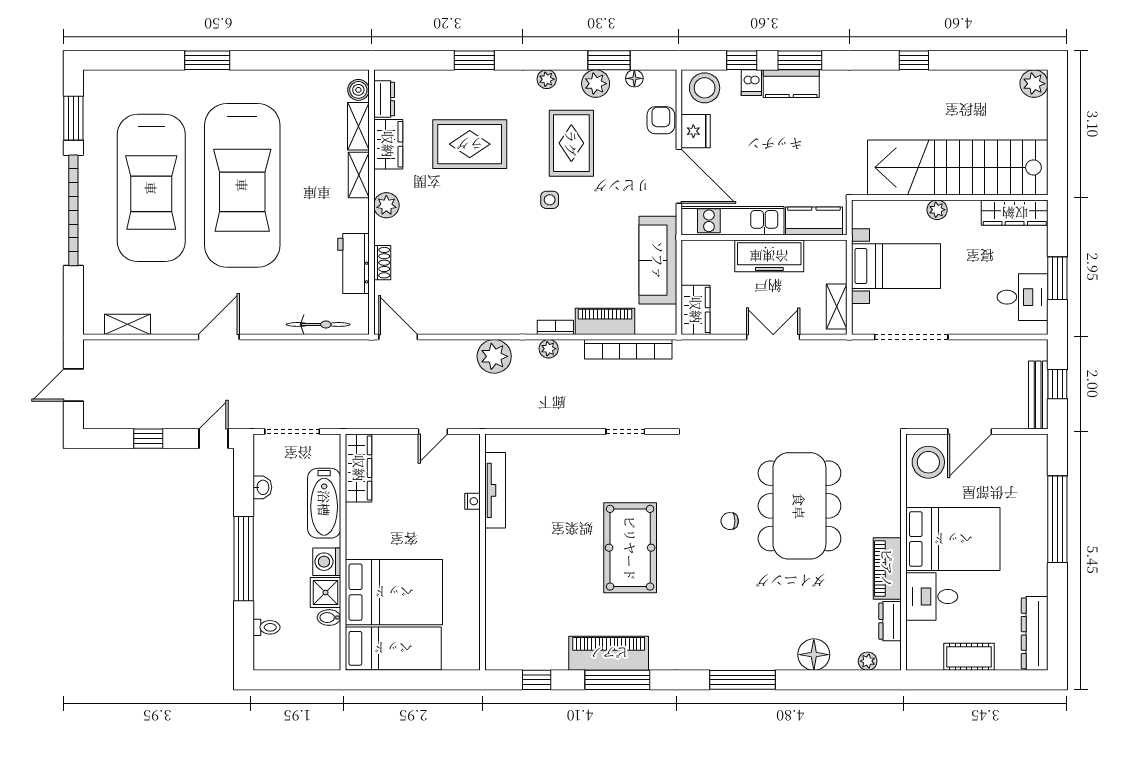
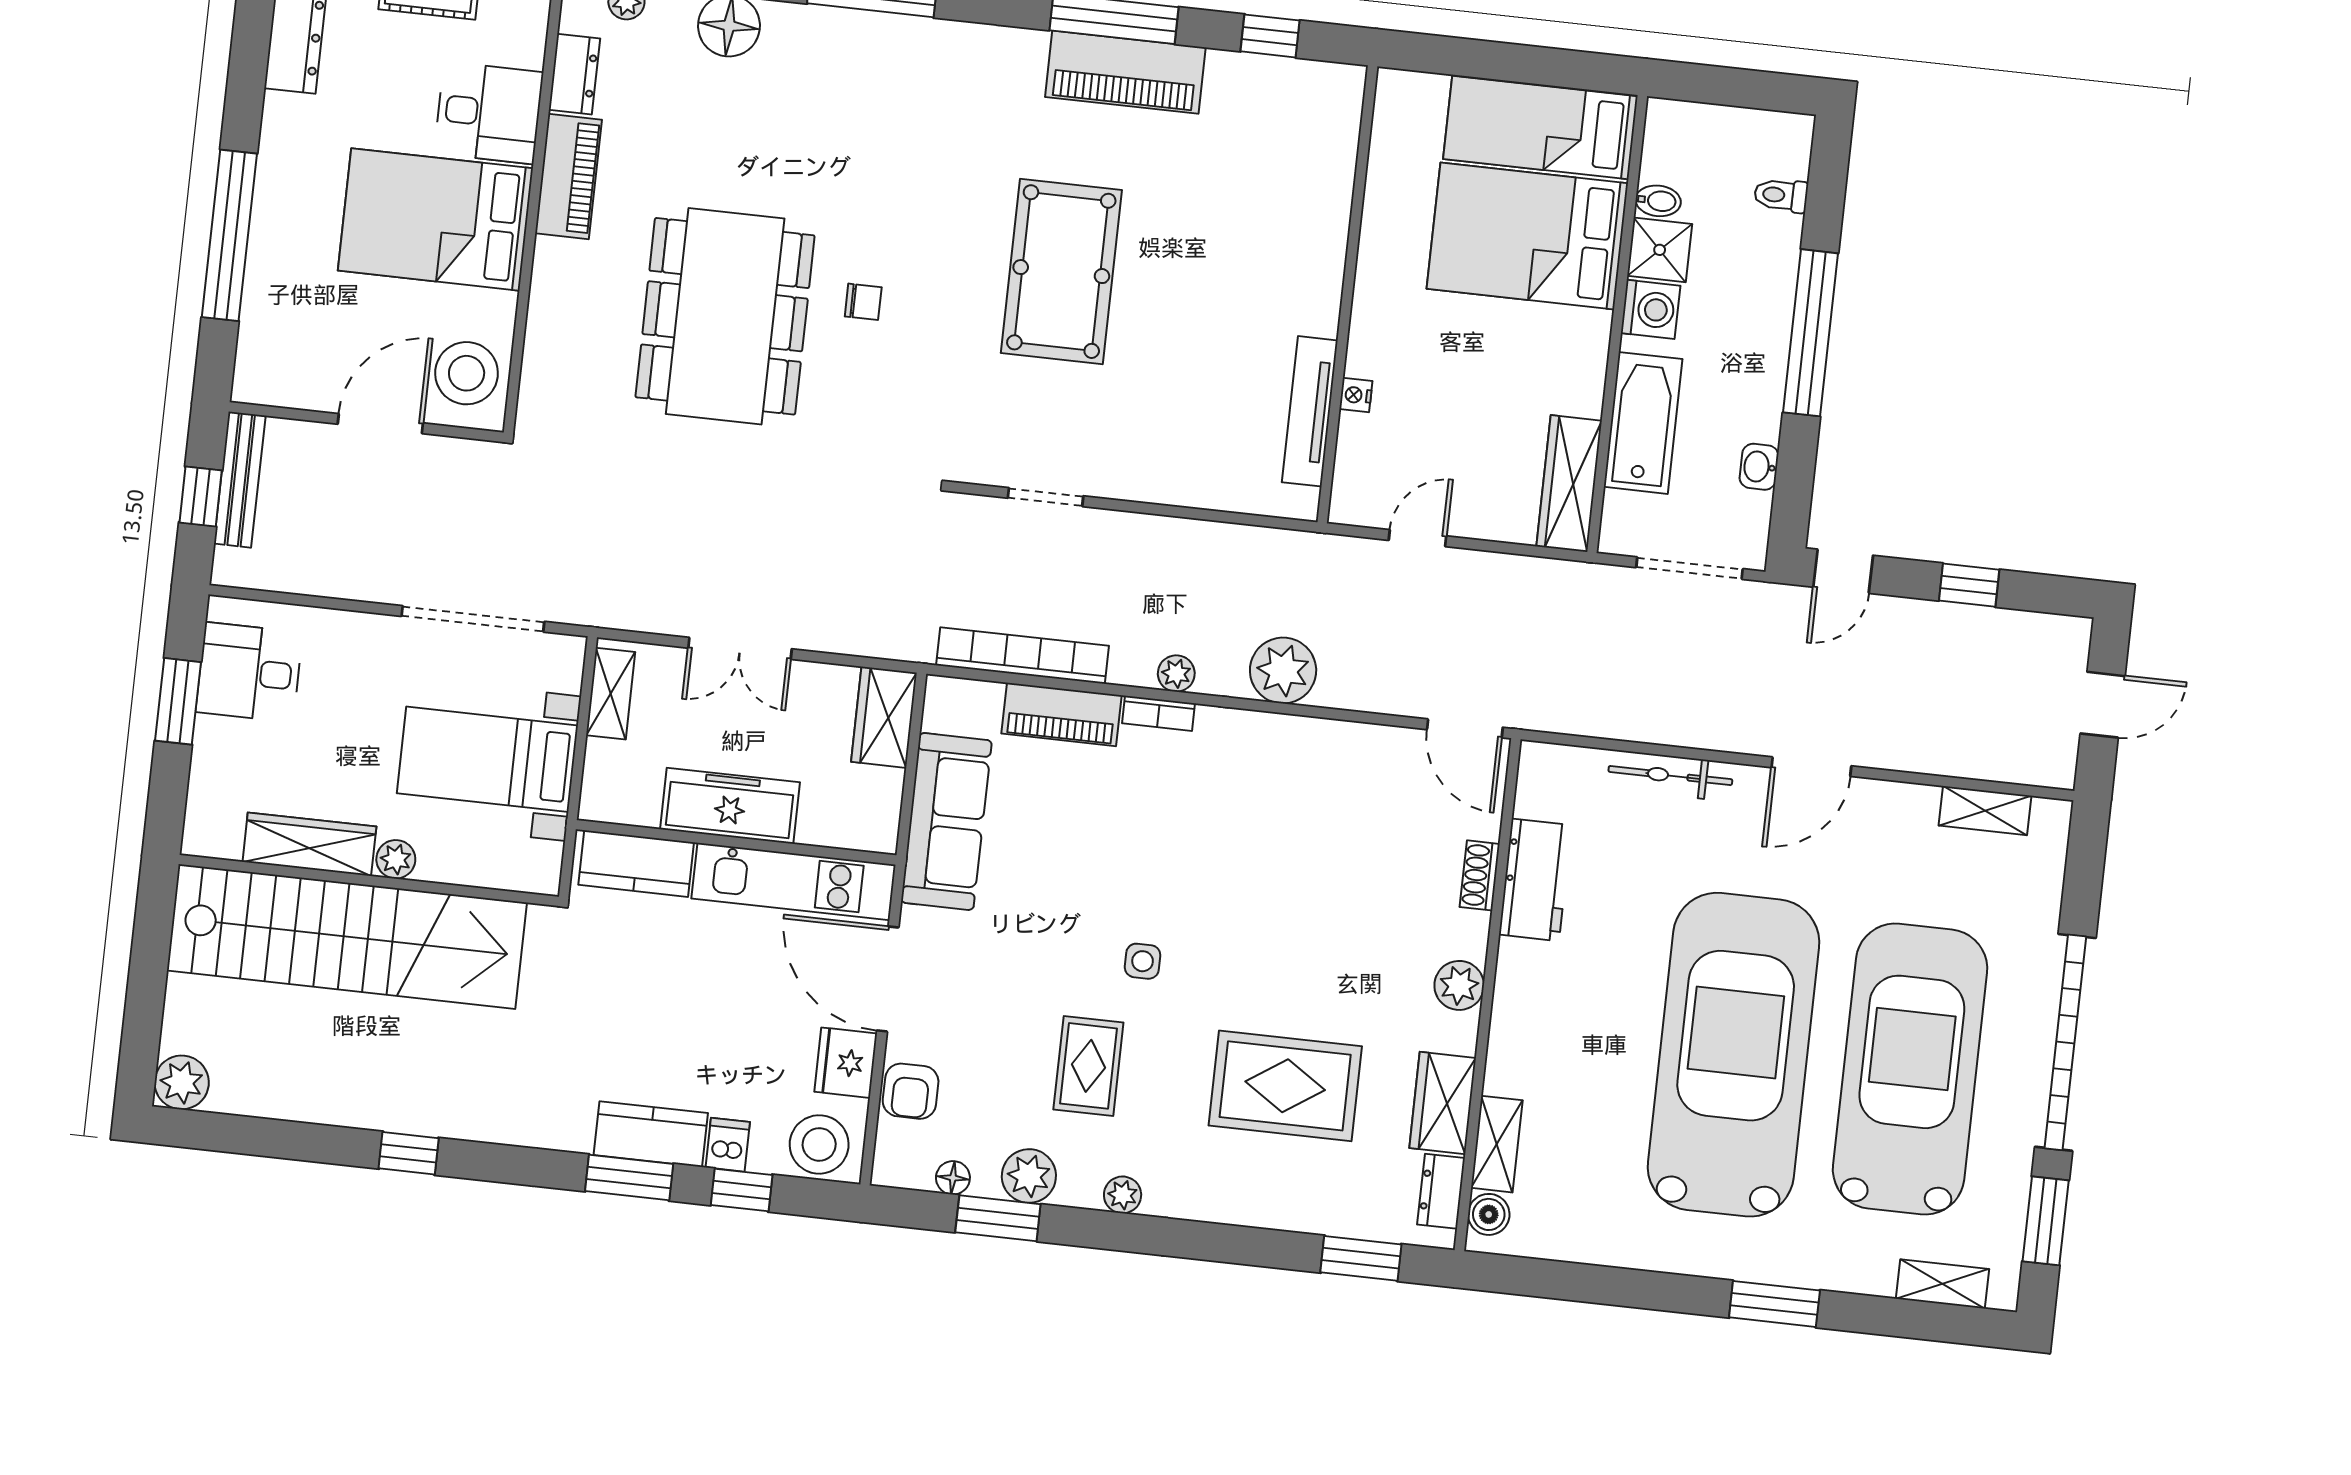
window: (474, 60) -> (1361, 1258), moved
rug: (571, 143) -> (1088, 1066), width x0.73, depth x0.70
shelving: (359, 175) -> (1943, 1284), moved, turned 90
wardrobe: (1015, 213) -> (309, 844), moved
bicycle: (318, 324) -> (1670, 776), moved

